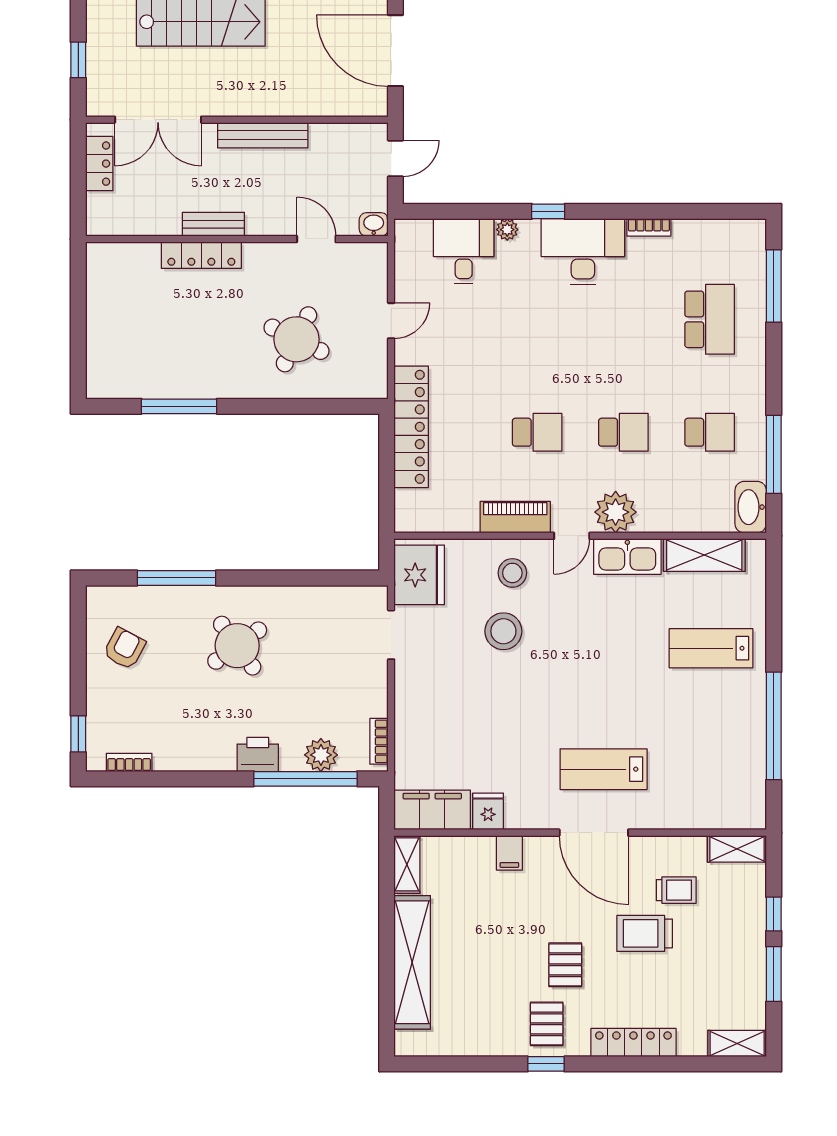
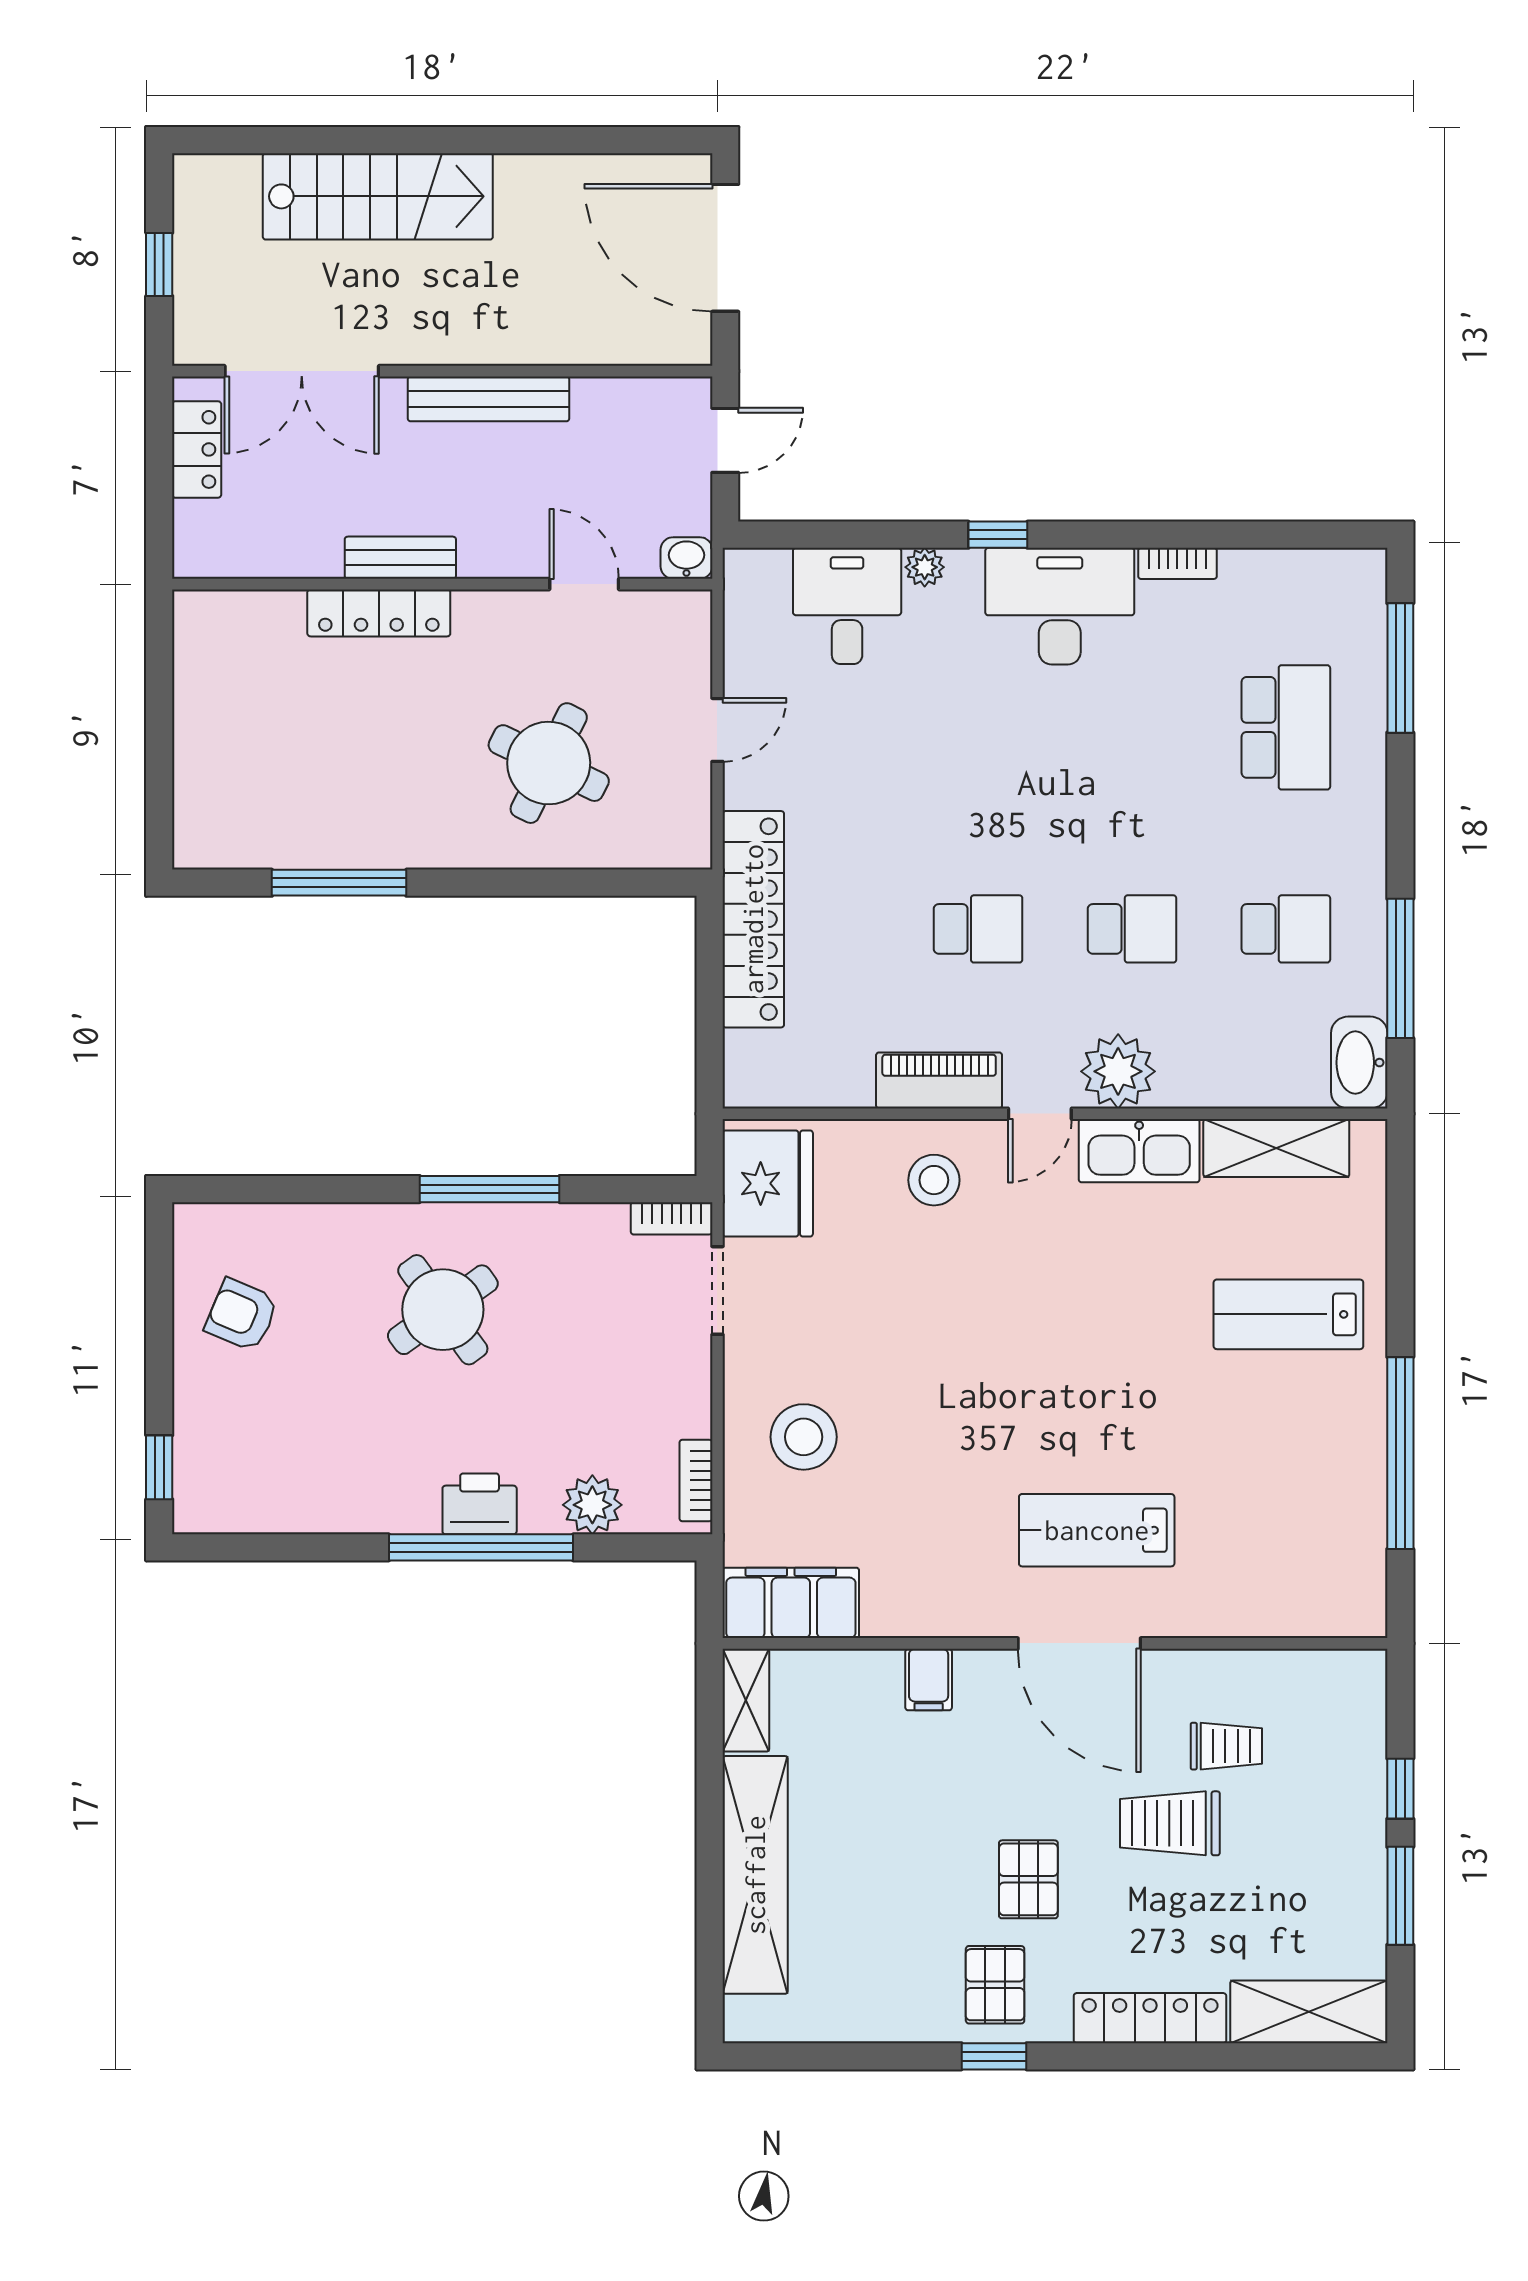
window: (177, 578) -> (490, 1189), moved
stool: (503, 631) -> (804, 1437), moved
armchair: (124, 649) -> (242, 1315), turned -95
bookcase: (129, 762) -> (672, 1218), moved, turned 180
window: (306, 779) -> (481, 1547), moved
fridge: (488, 811) -> (891, 1606), removed
shelving: (737, 849) -> (1335, 1672), removed
shelving: (737, 1043) -> (1309, 2012), width x1.50, depth x1.33

